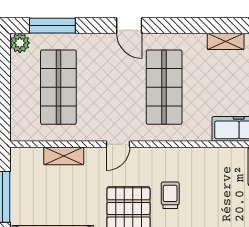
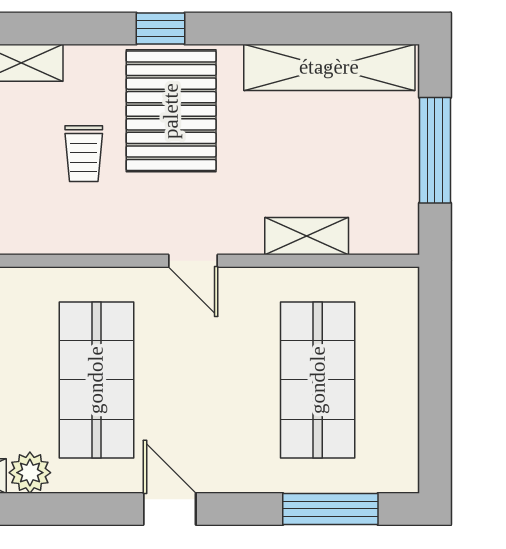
plant: (20, 43) -> (30, 473), moved
door: (118, 144) -> (193, 261), swing flipped

